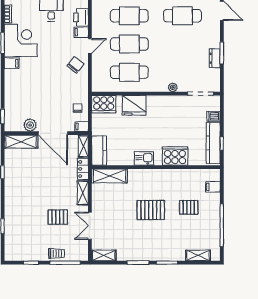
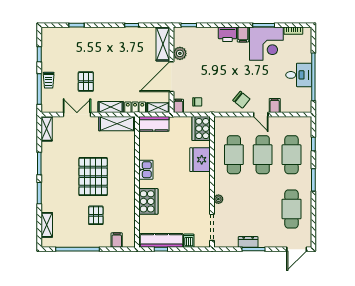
printer: (81, 17) -> (227, 34), moved, turned 180
shelving: (109, 176) -> (117, 124), moved, turned 90
pallet: (151, 210) -> (93, 177), width x1.37, depth x1.41

